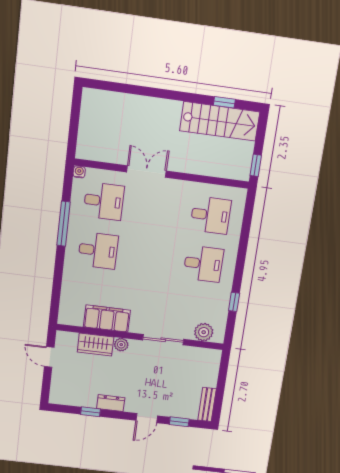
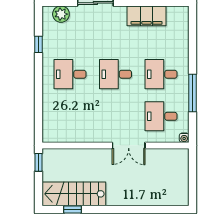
desk: (211, 215) -> (116, 74), moved

